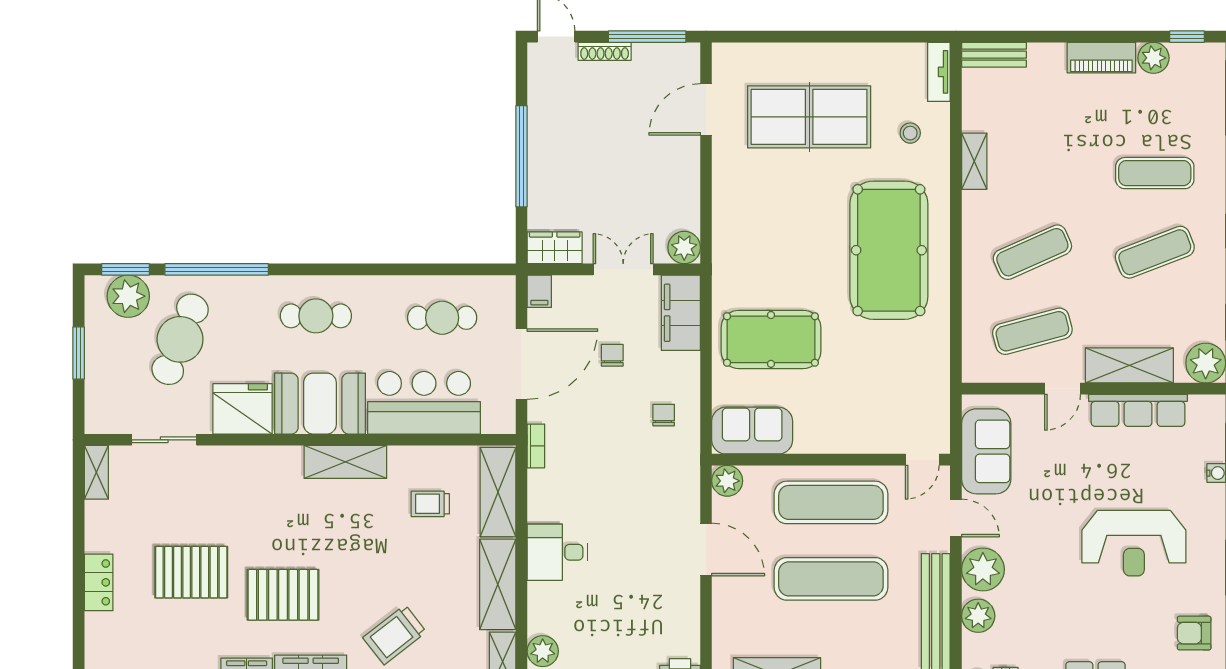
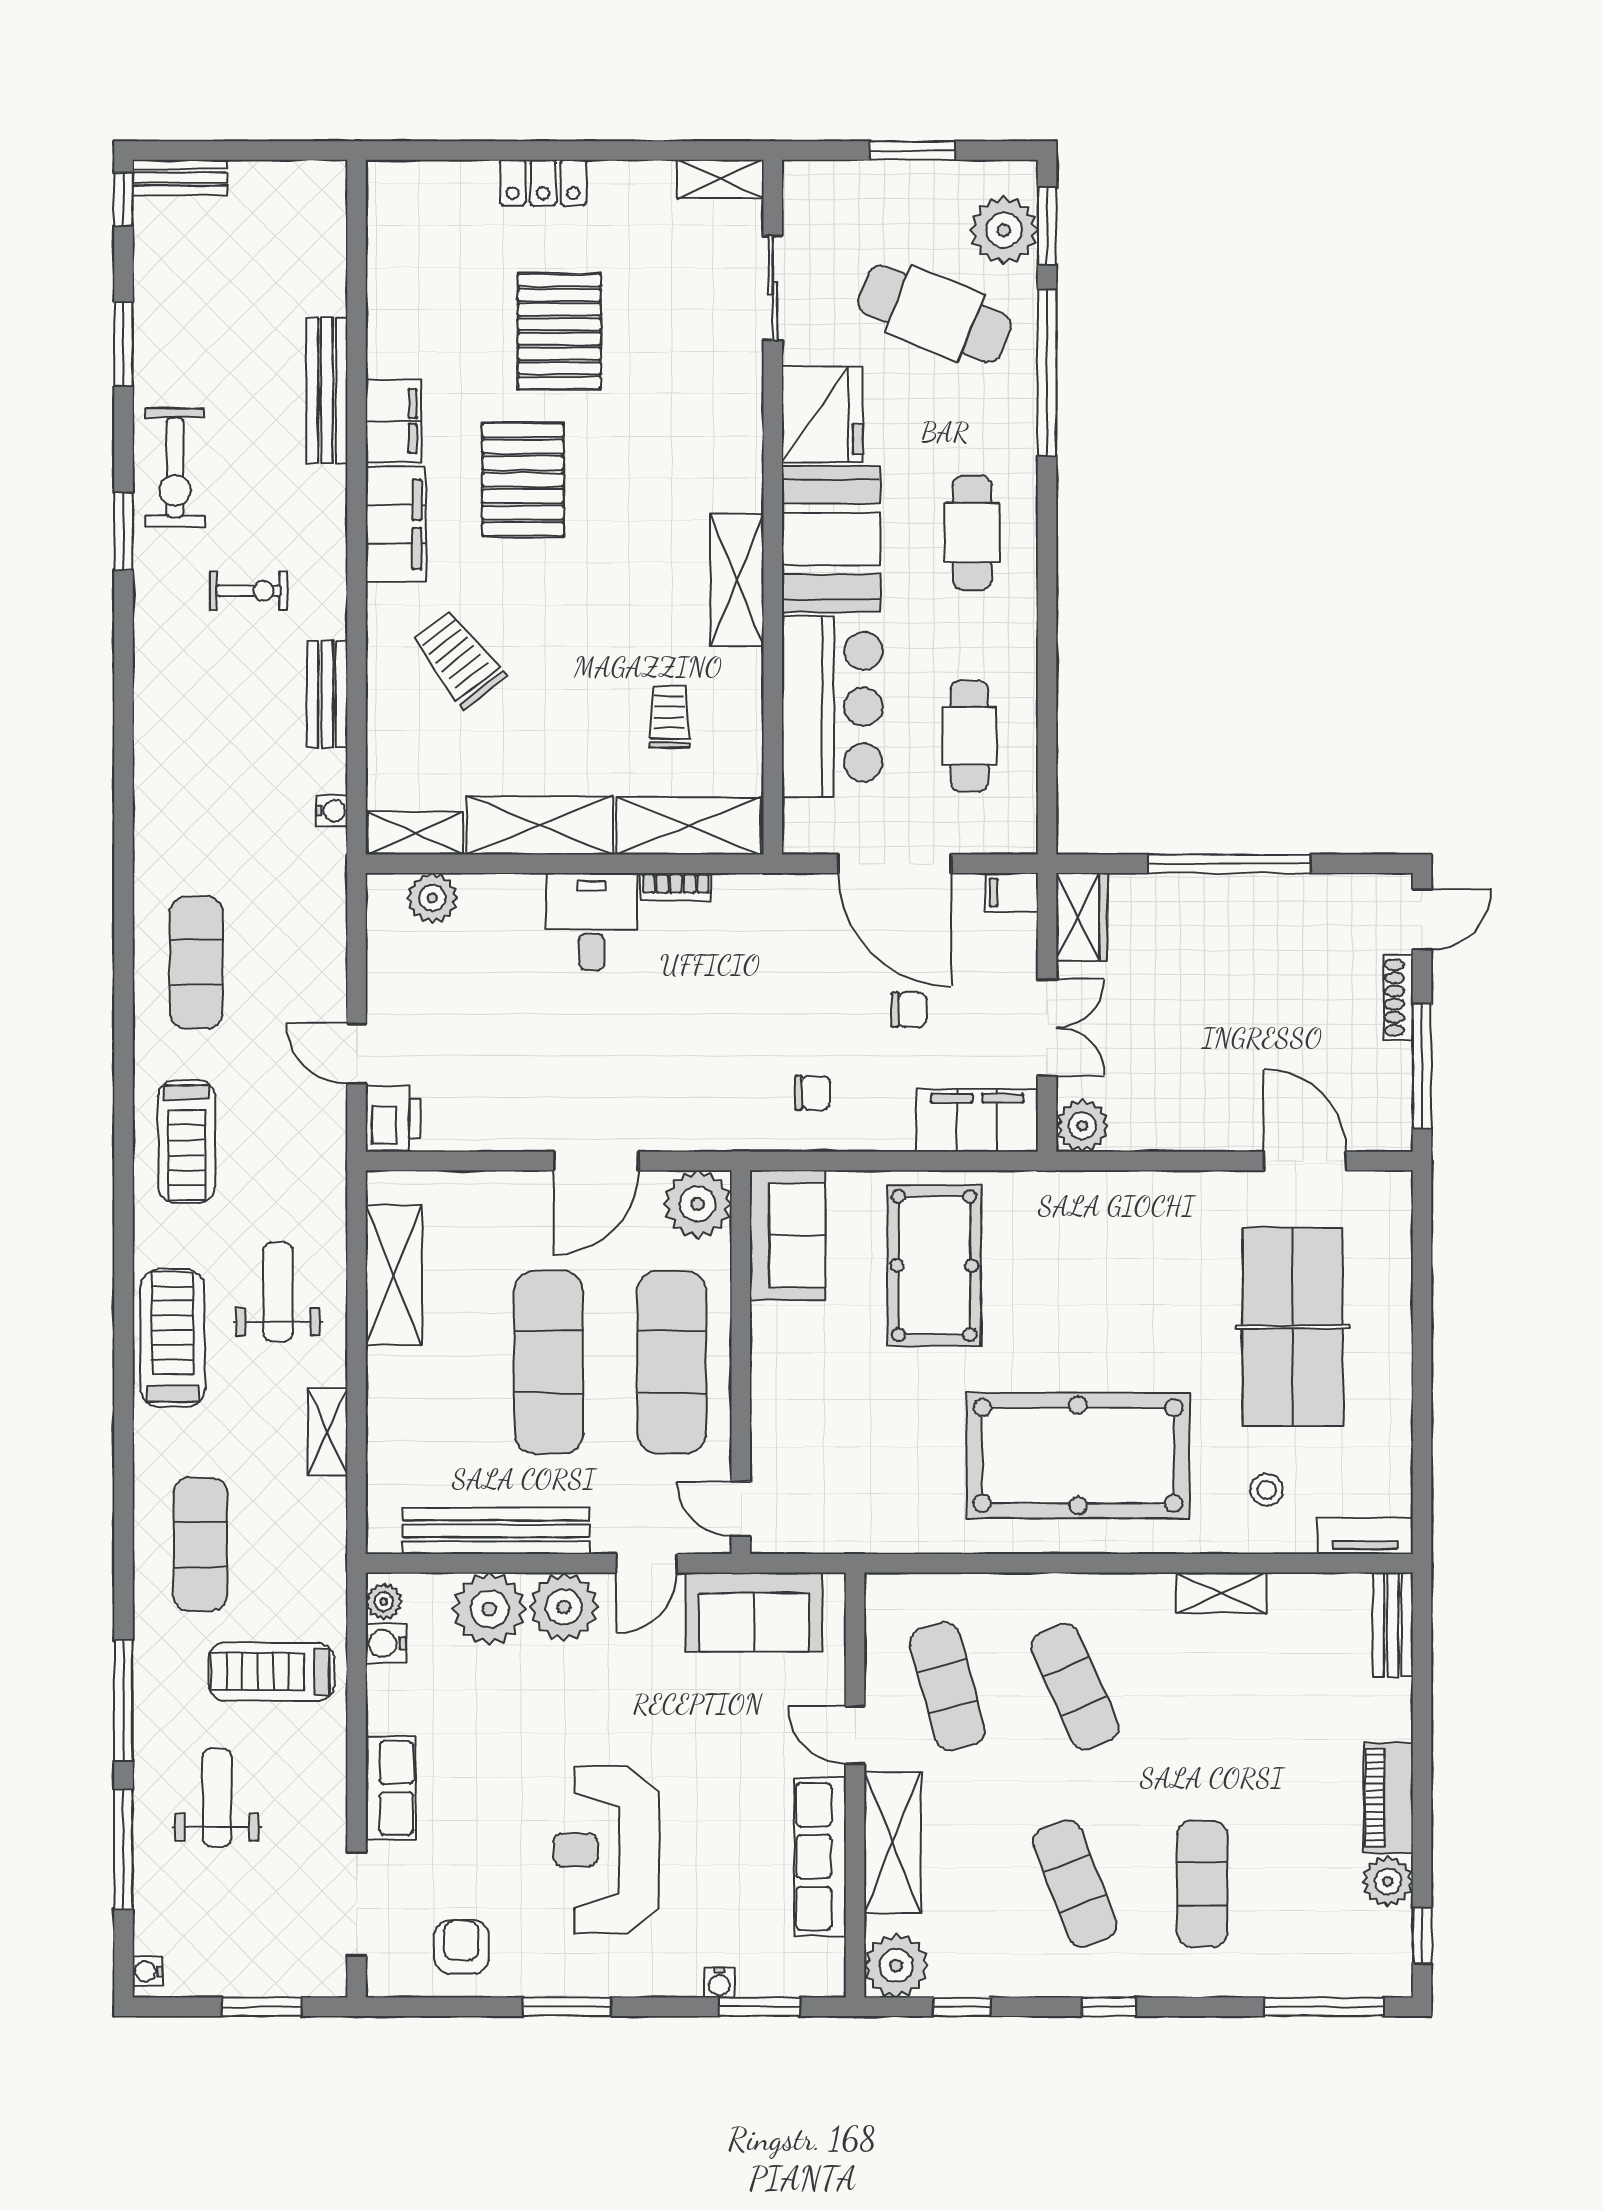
bookcase: (536, 446) -> (676, 887), moved
plant: (727, 481) -> (698, 1204), width x1.36, depth x1.36
plant: (978, 616) -> (489, 1609), width x1.36, depth x1.36

